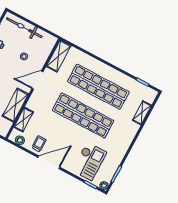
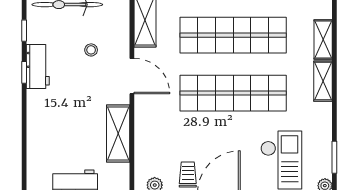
door: (37, 80) -> (132, 76), swing flipped
shelving: (24, 120) -> (323, 81), moved

